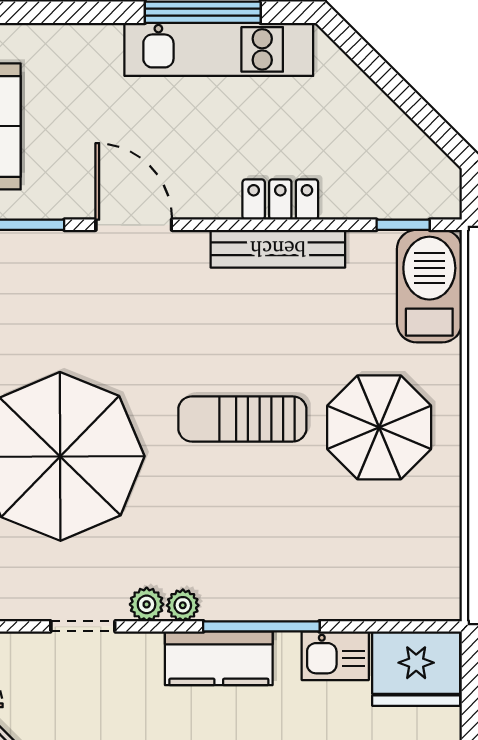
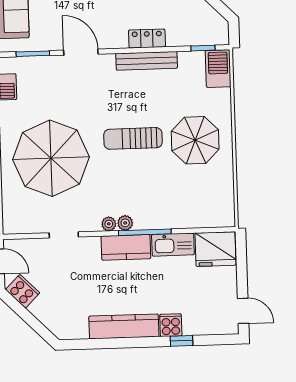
barbecue: (429, 286) -> (218, 69), width x0.73, depth x0.83
plant: (147, 604) -> (125, 223), moved
kitchen sink: (335, 656) -> (173, 245), width x1.38

